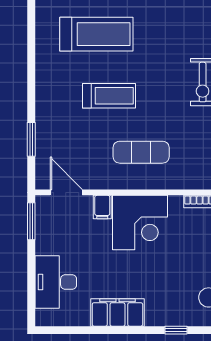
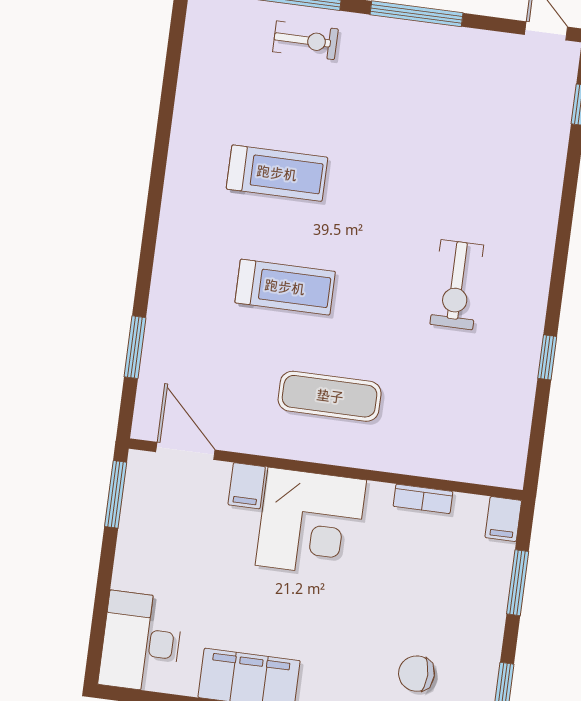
treadmill: (96, 34) -> (277, 173), width x0.73, depth x0.73
desk: (56, 282) -> (141, 642), moved

